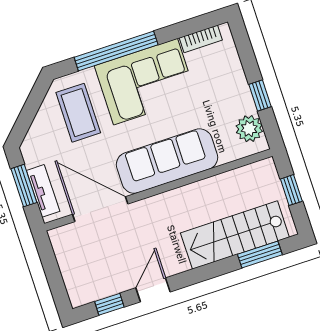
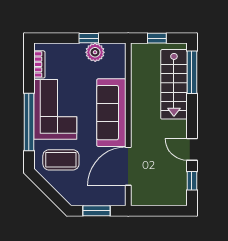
plant: (249, 129) -> (95, 52), moved
tv unit: (43, 191) -> (104, 199), removed
window: (260, 255) -> (192, 72), width x1.44

